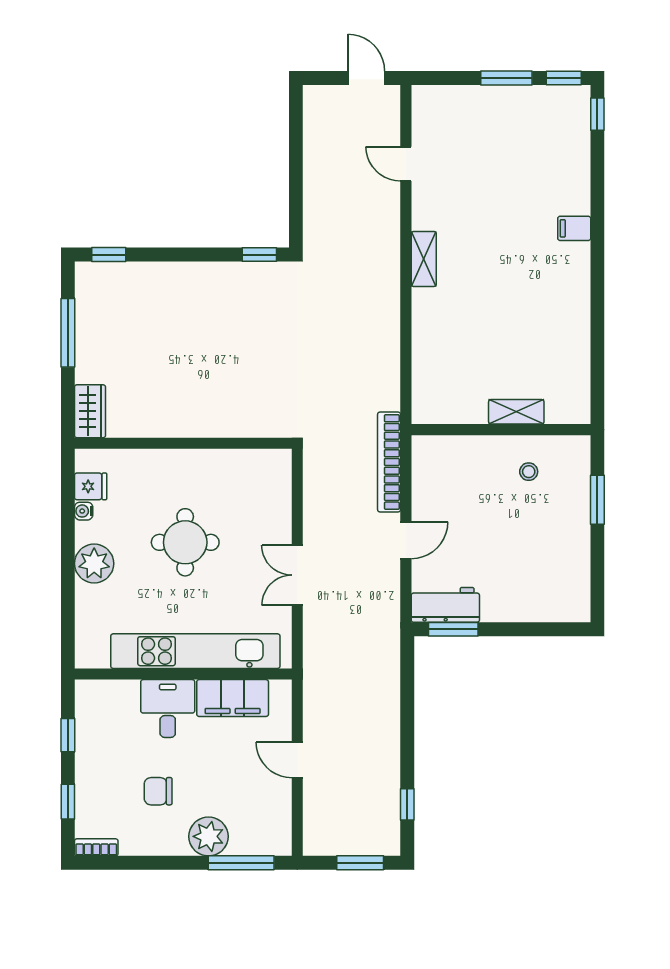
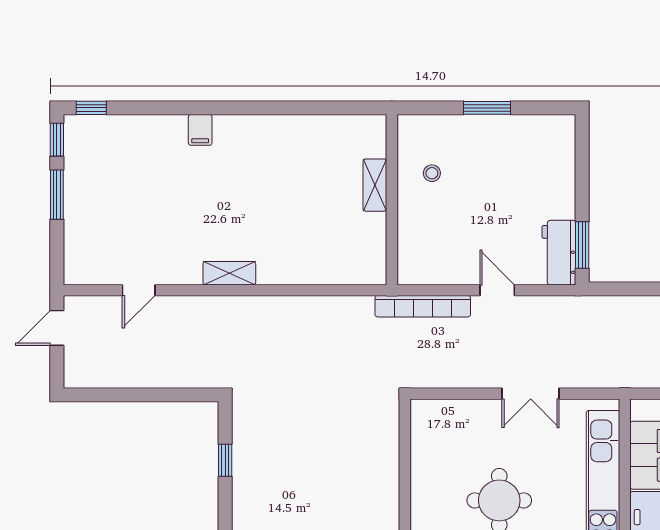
window: (259, 255) -> (225, 460), moved
window: (597, 500) -> (487, 108), moved

